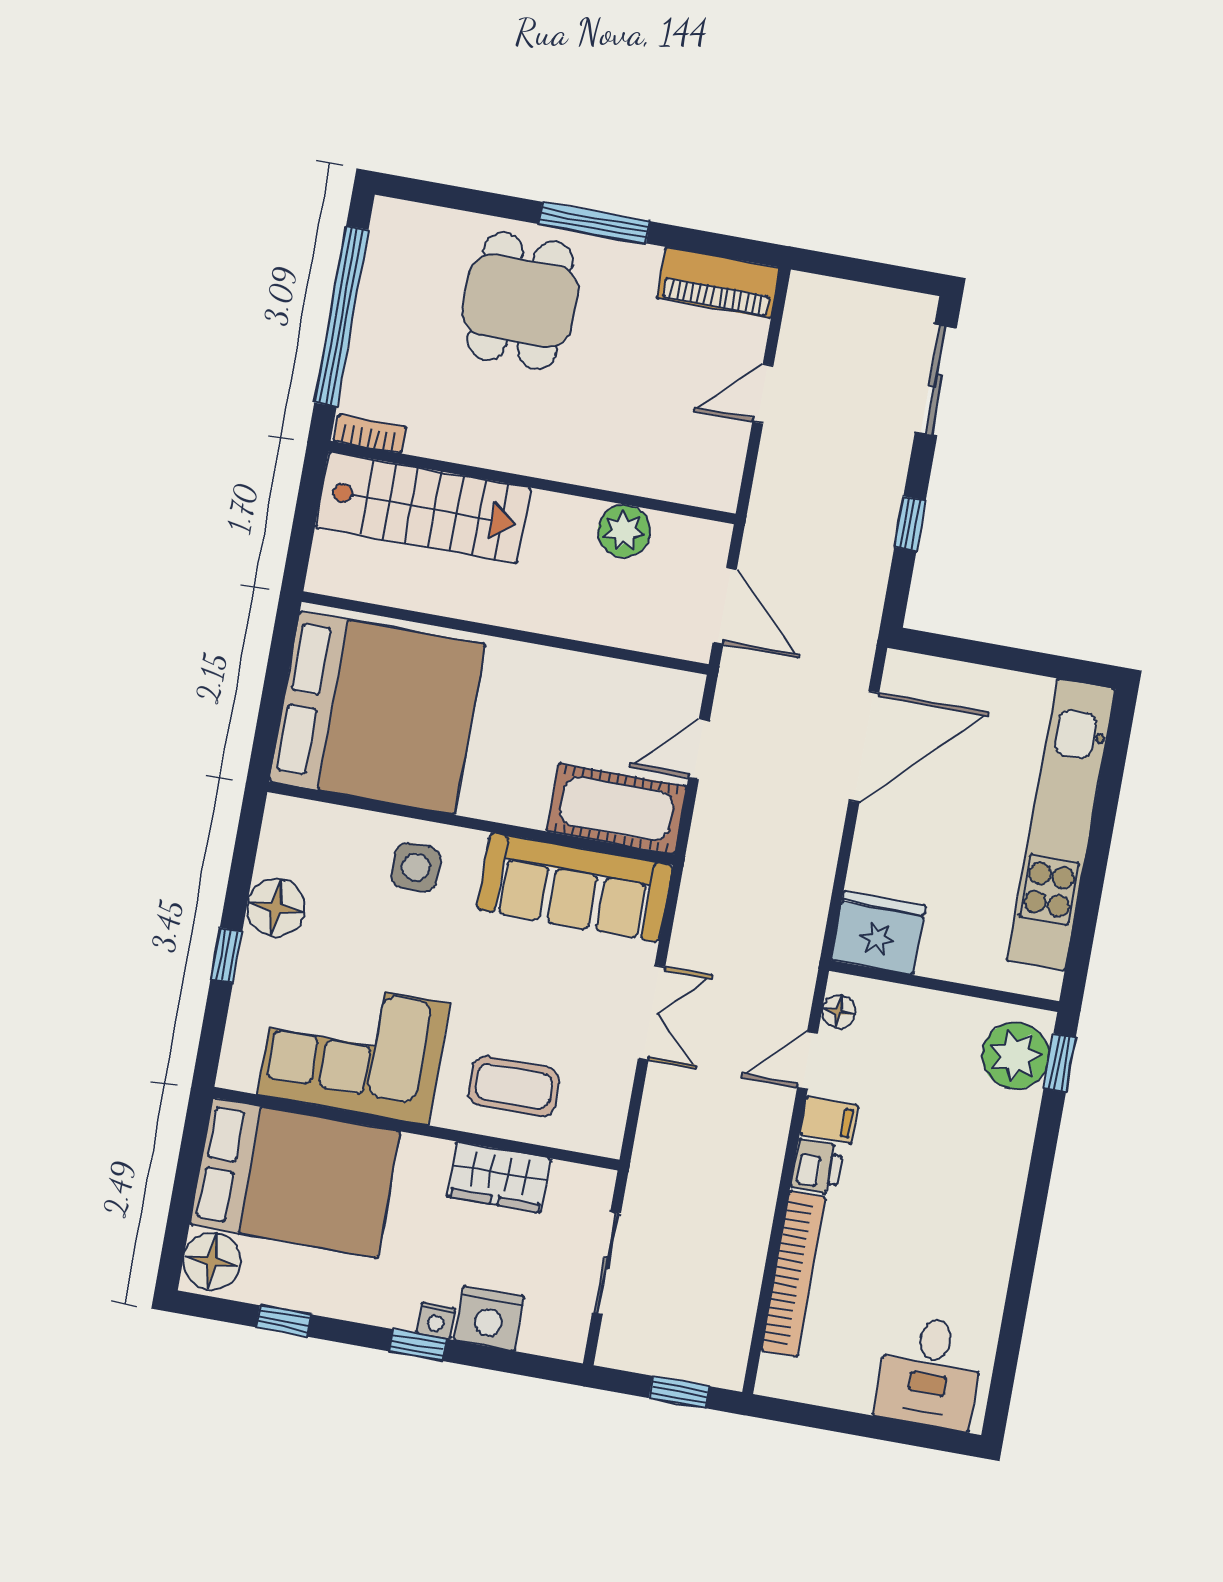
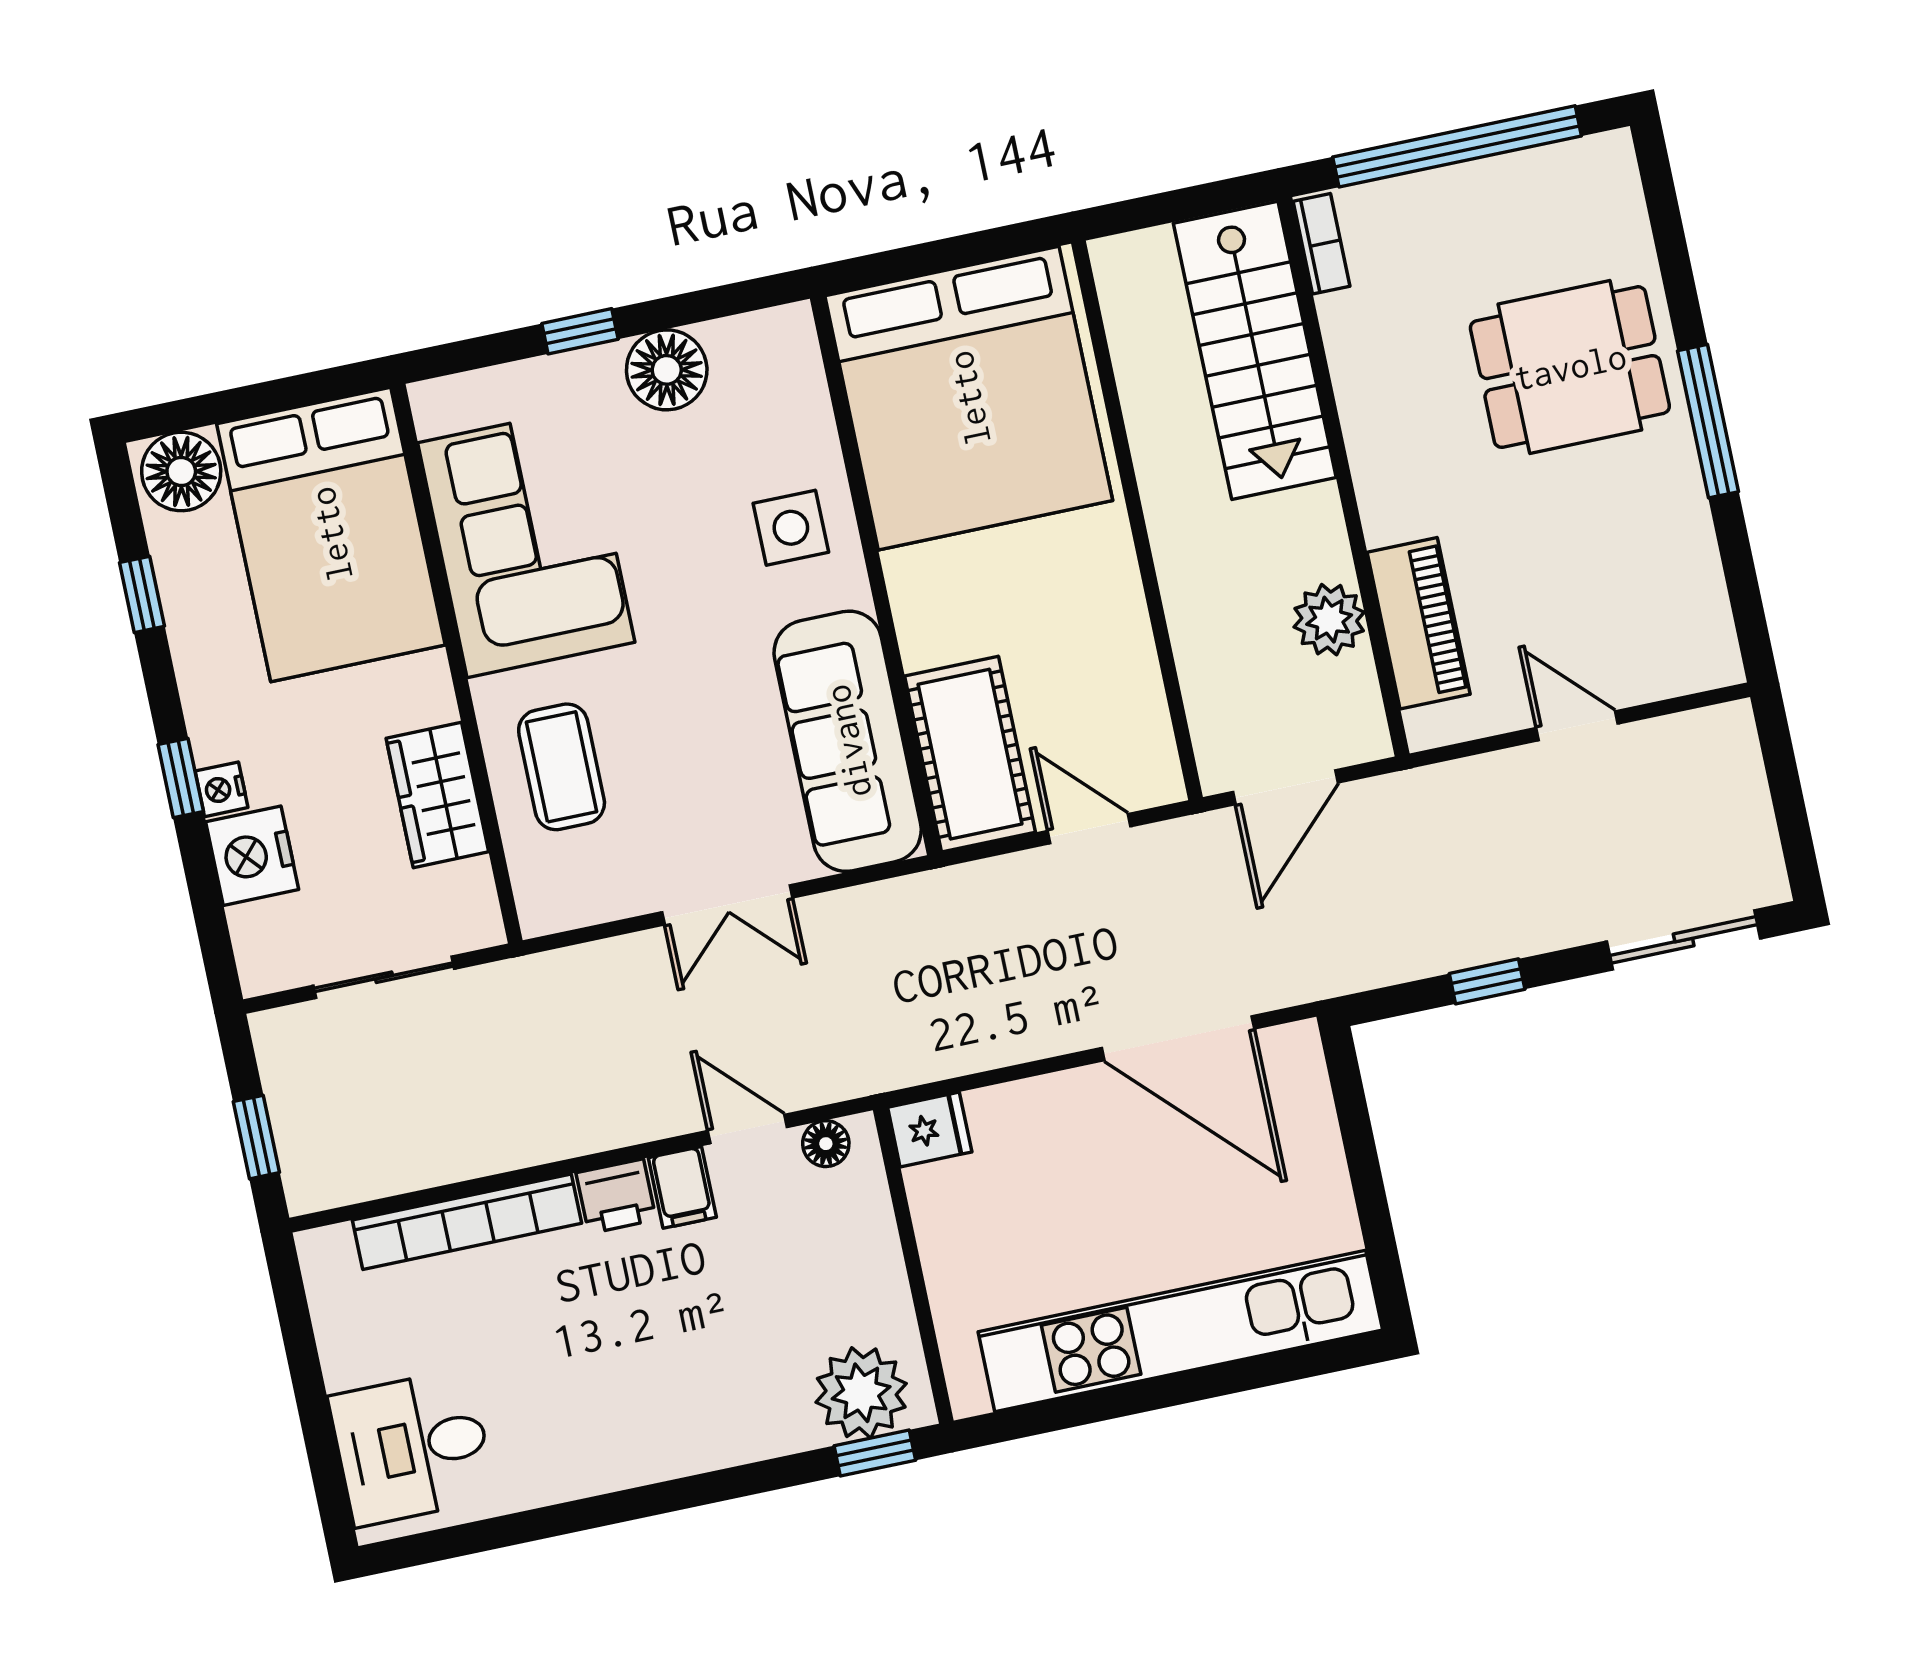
piano: (718, 283) -> (1419, 623), moved, turned 180
fridge: (878, 933) -> (930, 1130), width x0.53, depth x0.75

